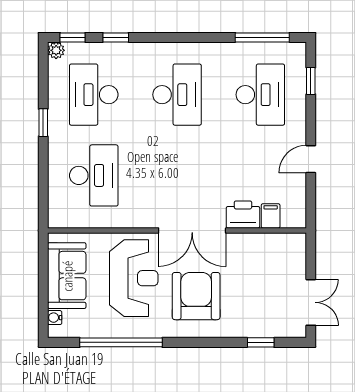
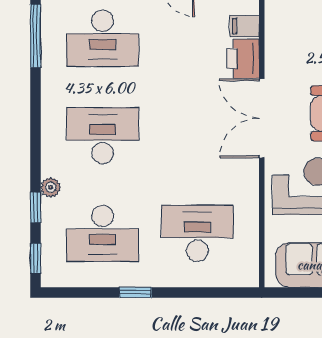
plant: (56, 50) -> (51, 187), moved
desk: (260, 95) -> (103, 38), turned 180
double door: (192, 230) -> (262, 118), swing flipped

